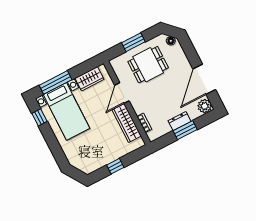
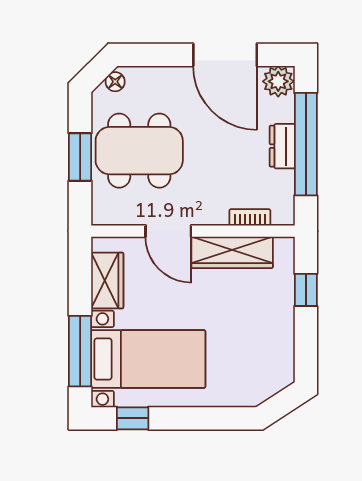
dining table: (148, 65) -> (139, 151), width x1.38
window: (185, 130) -> (306, 144), width x2.11
window: (115, 166) -> (306, 290), moved

